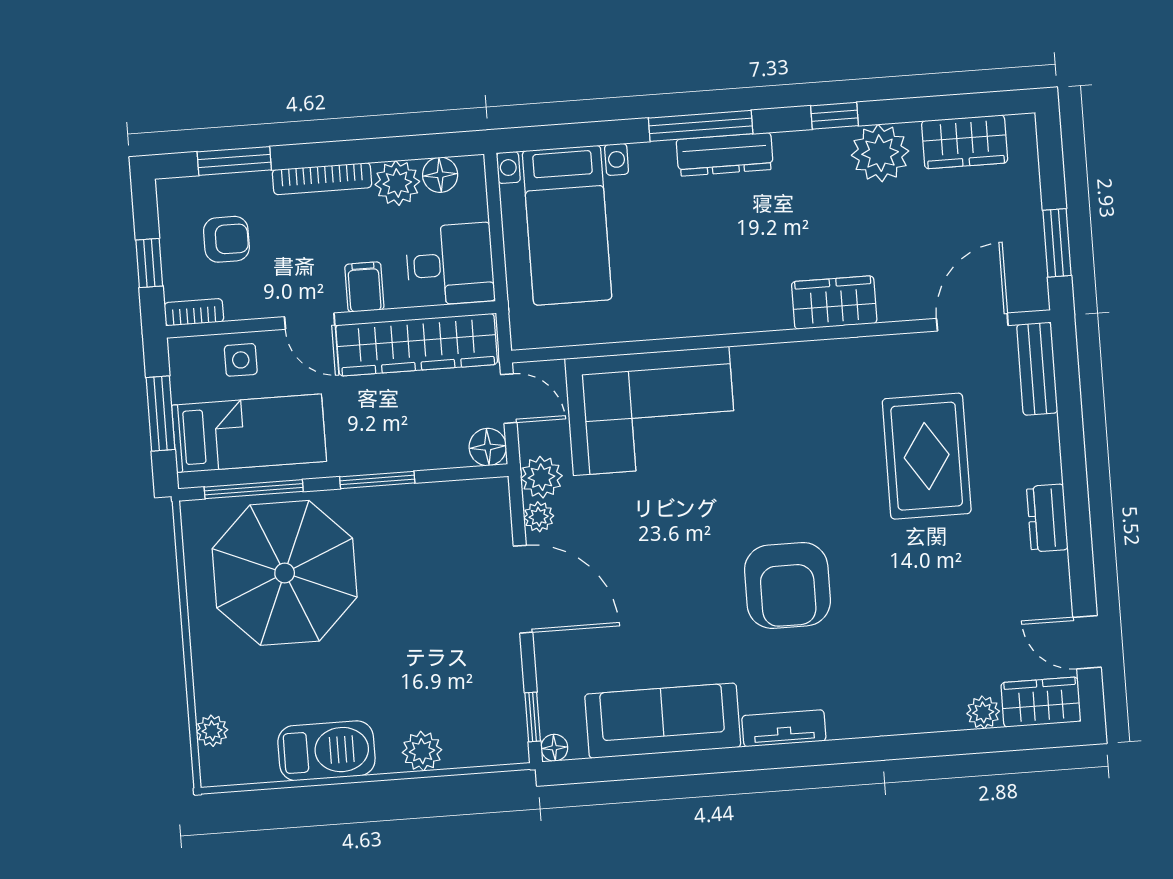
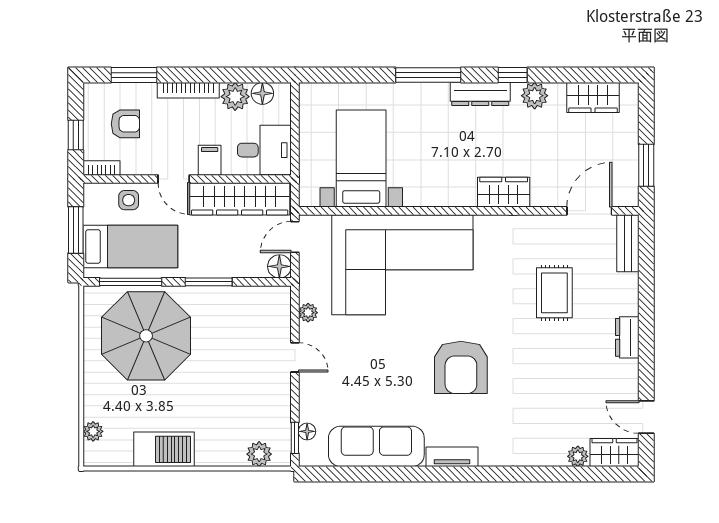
plant: (880, 153) -> (535, 96), width x0.73, depth x0.73
dresser: (725, 154) -> (480, 94), moved
bed with nightstands: (567, 225) -> (361, 158), moved, turned 180
door: (509, 399) -> (295, 237), swing flipped
corner sofa: (651, 411) -> (402, 265), width x1.36, depth x1.36
rug: (927, 456) -> (554, 293), width x0.73, depth x0.70
plant: (542, 477) -> (312, 288), removed
door: (523, 589) -> (295, 357), width x0.53
floor lamp: (554, 748) -> (307, 431), moved
plant: (422, 751) -> (259, 454), moved

